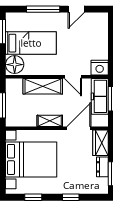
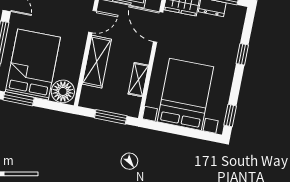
bed: (31, 43) -> (33, 65), width x1.50
shelving: (50, 121) -> (138, 80), moved
window: (33, 197) -> (230, 115), moved

